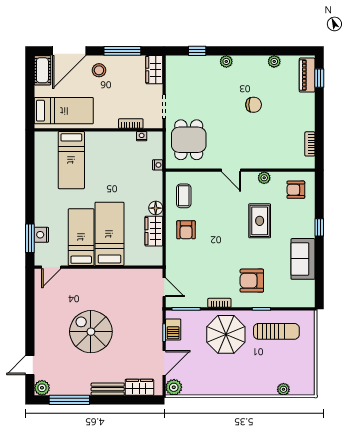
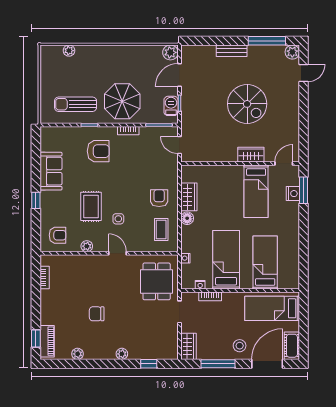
side table: (230, 207) -> (118, 219), added
bed: (109, 234) -> (226, 260), moved, turned 180
wardrobe: (139, 387) -> (251, 155), moved, turned 180

